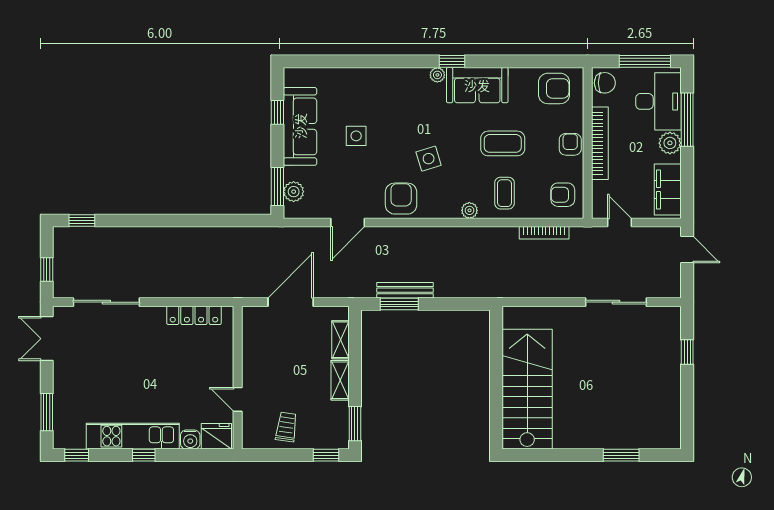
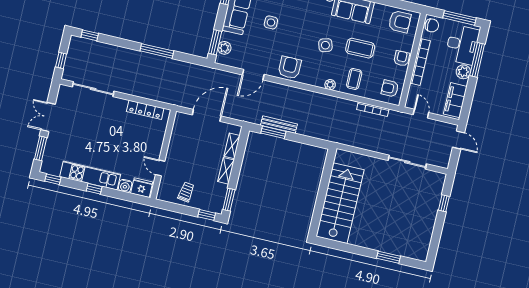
side table: (429, 159) -> (325, 45), moved
window: (191, 221) -> (157, 51), added
double door: (47, 339) -> (48, 117), moved

